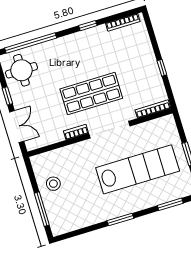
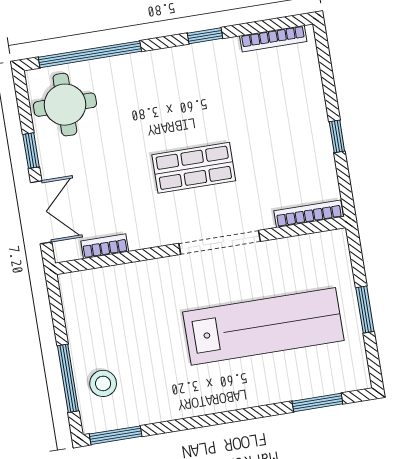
shop shelf: (91, 94) -> (194, 168), width x0.70, depth x0.74
bookcase: (76, 132) -> (105, 246), moved
stool: (53, 184) -> (103, 383), moved
window: (120, 220) -> (116, 435), moved

